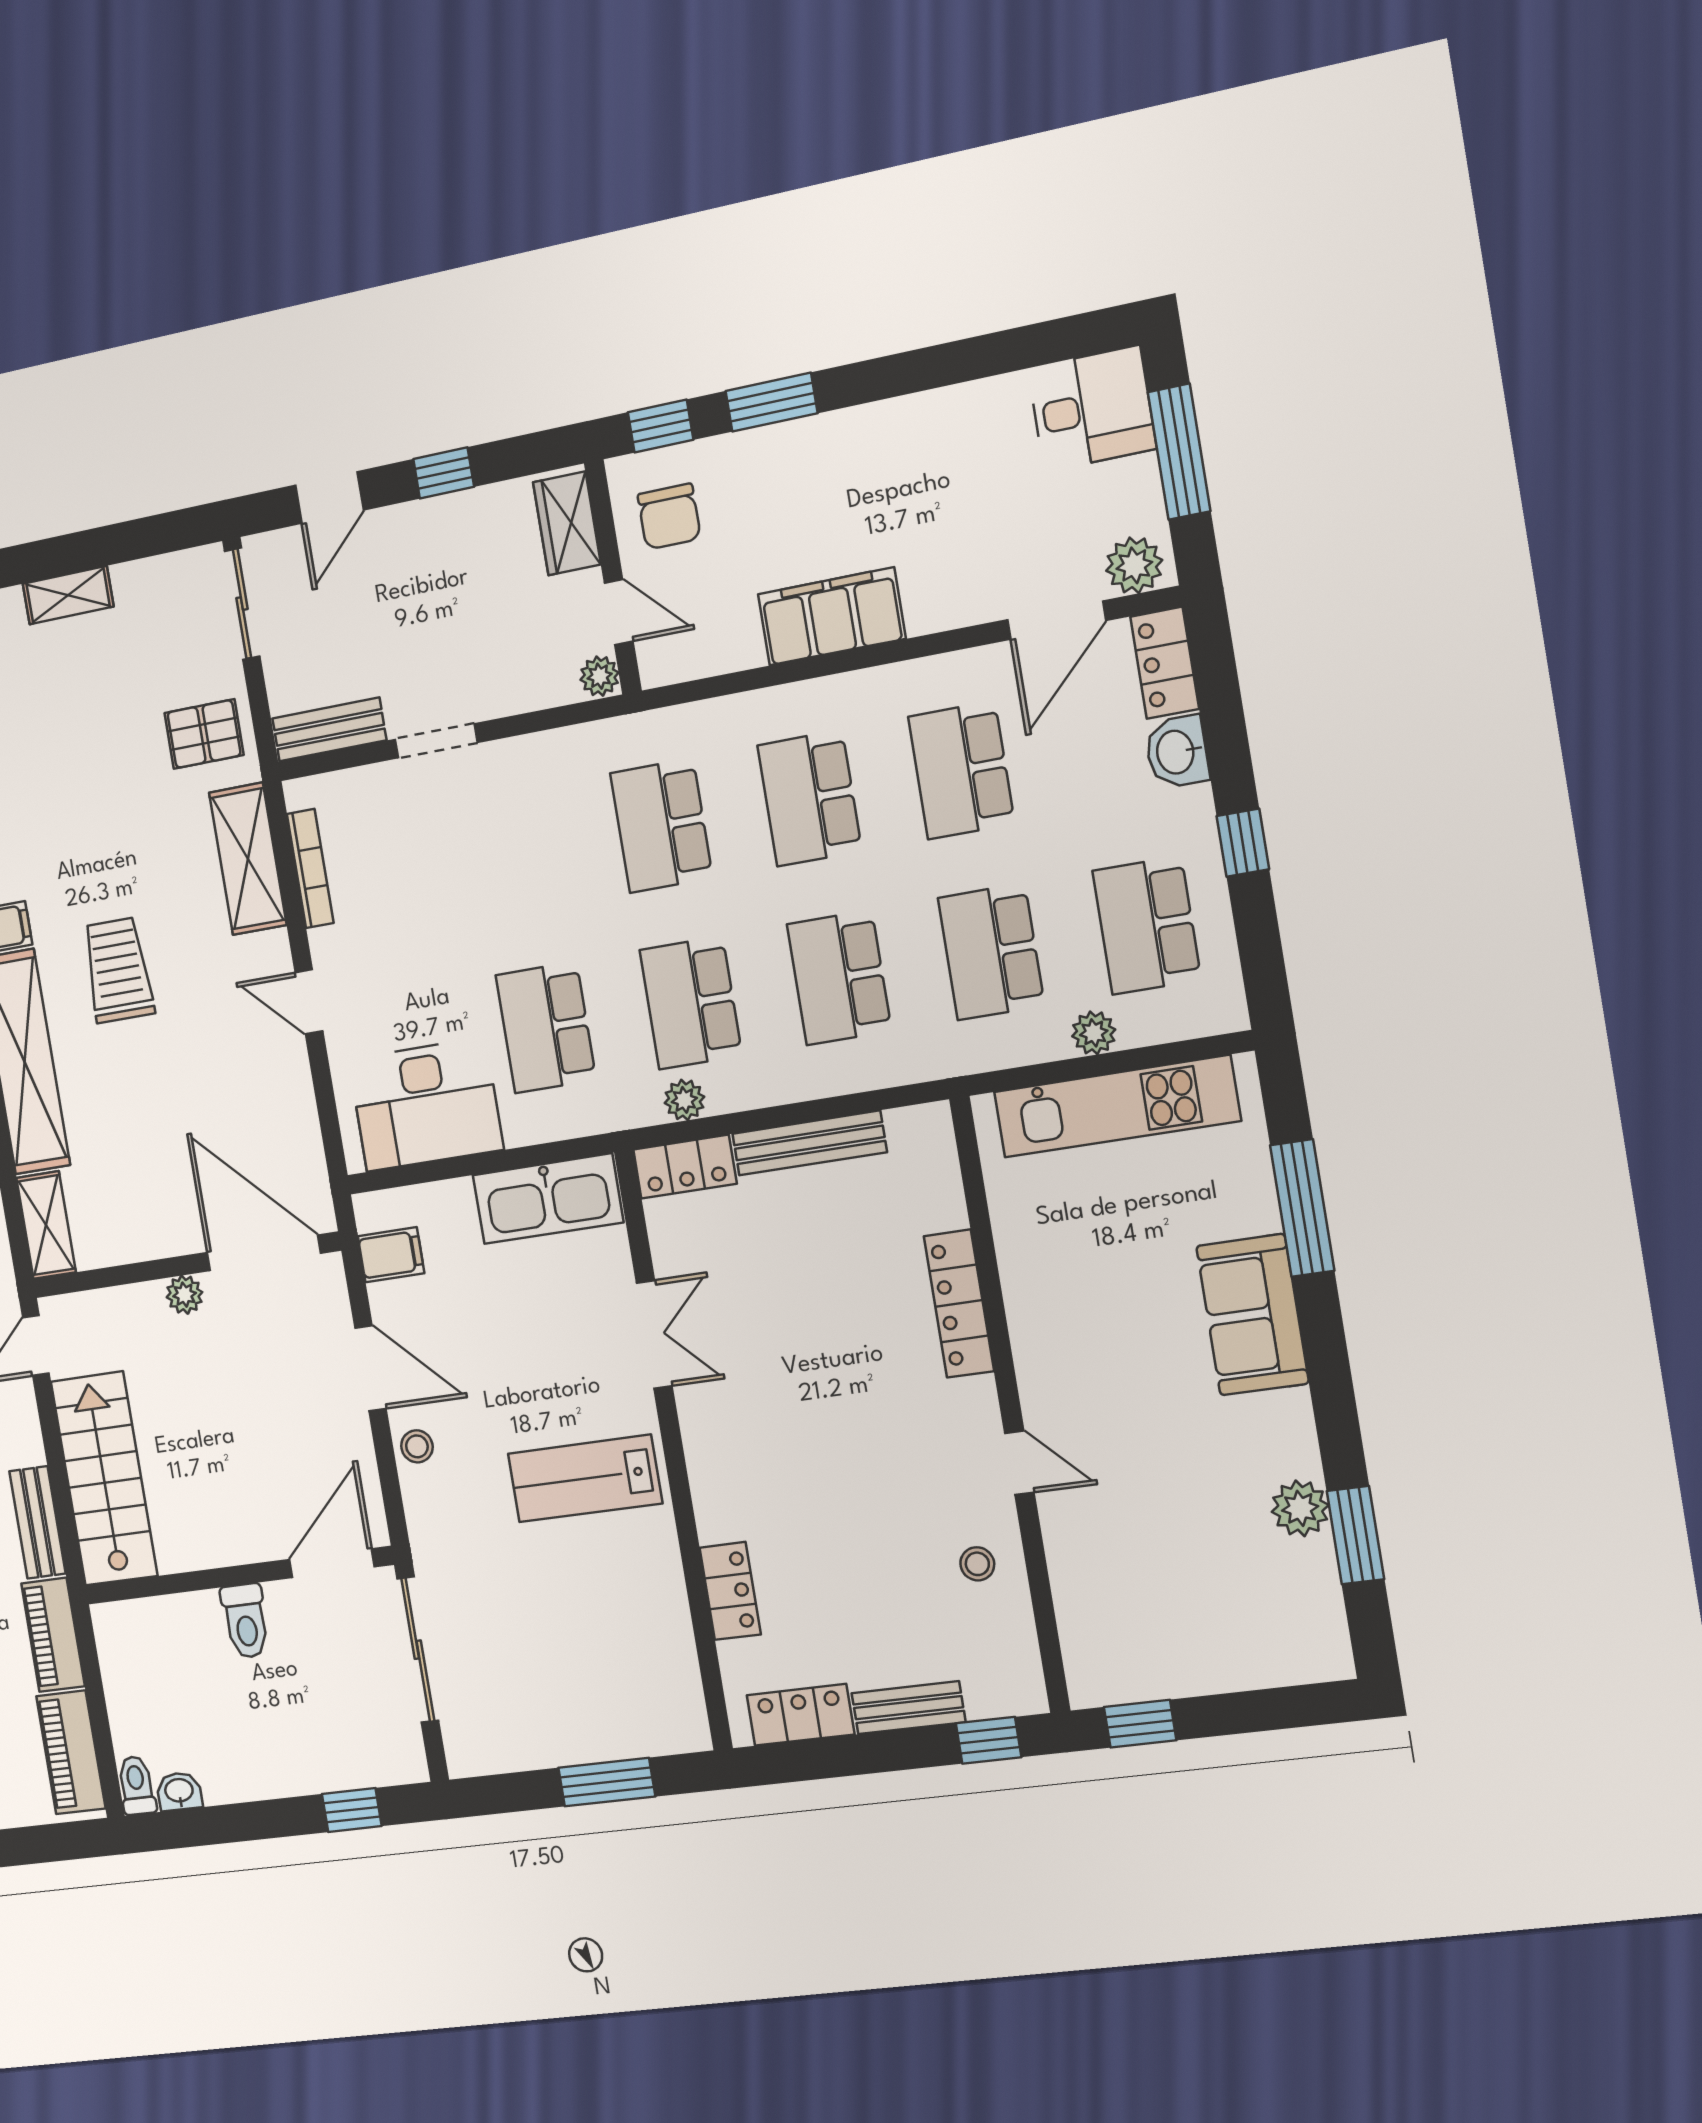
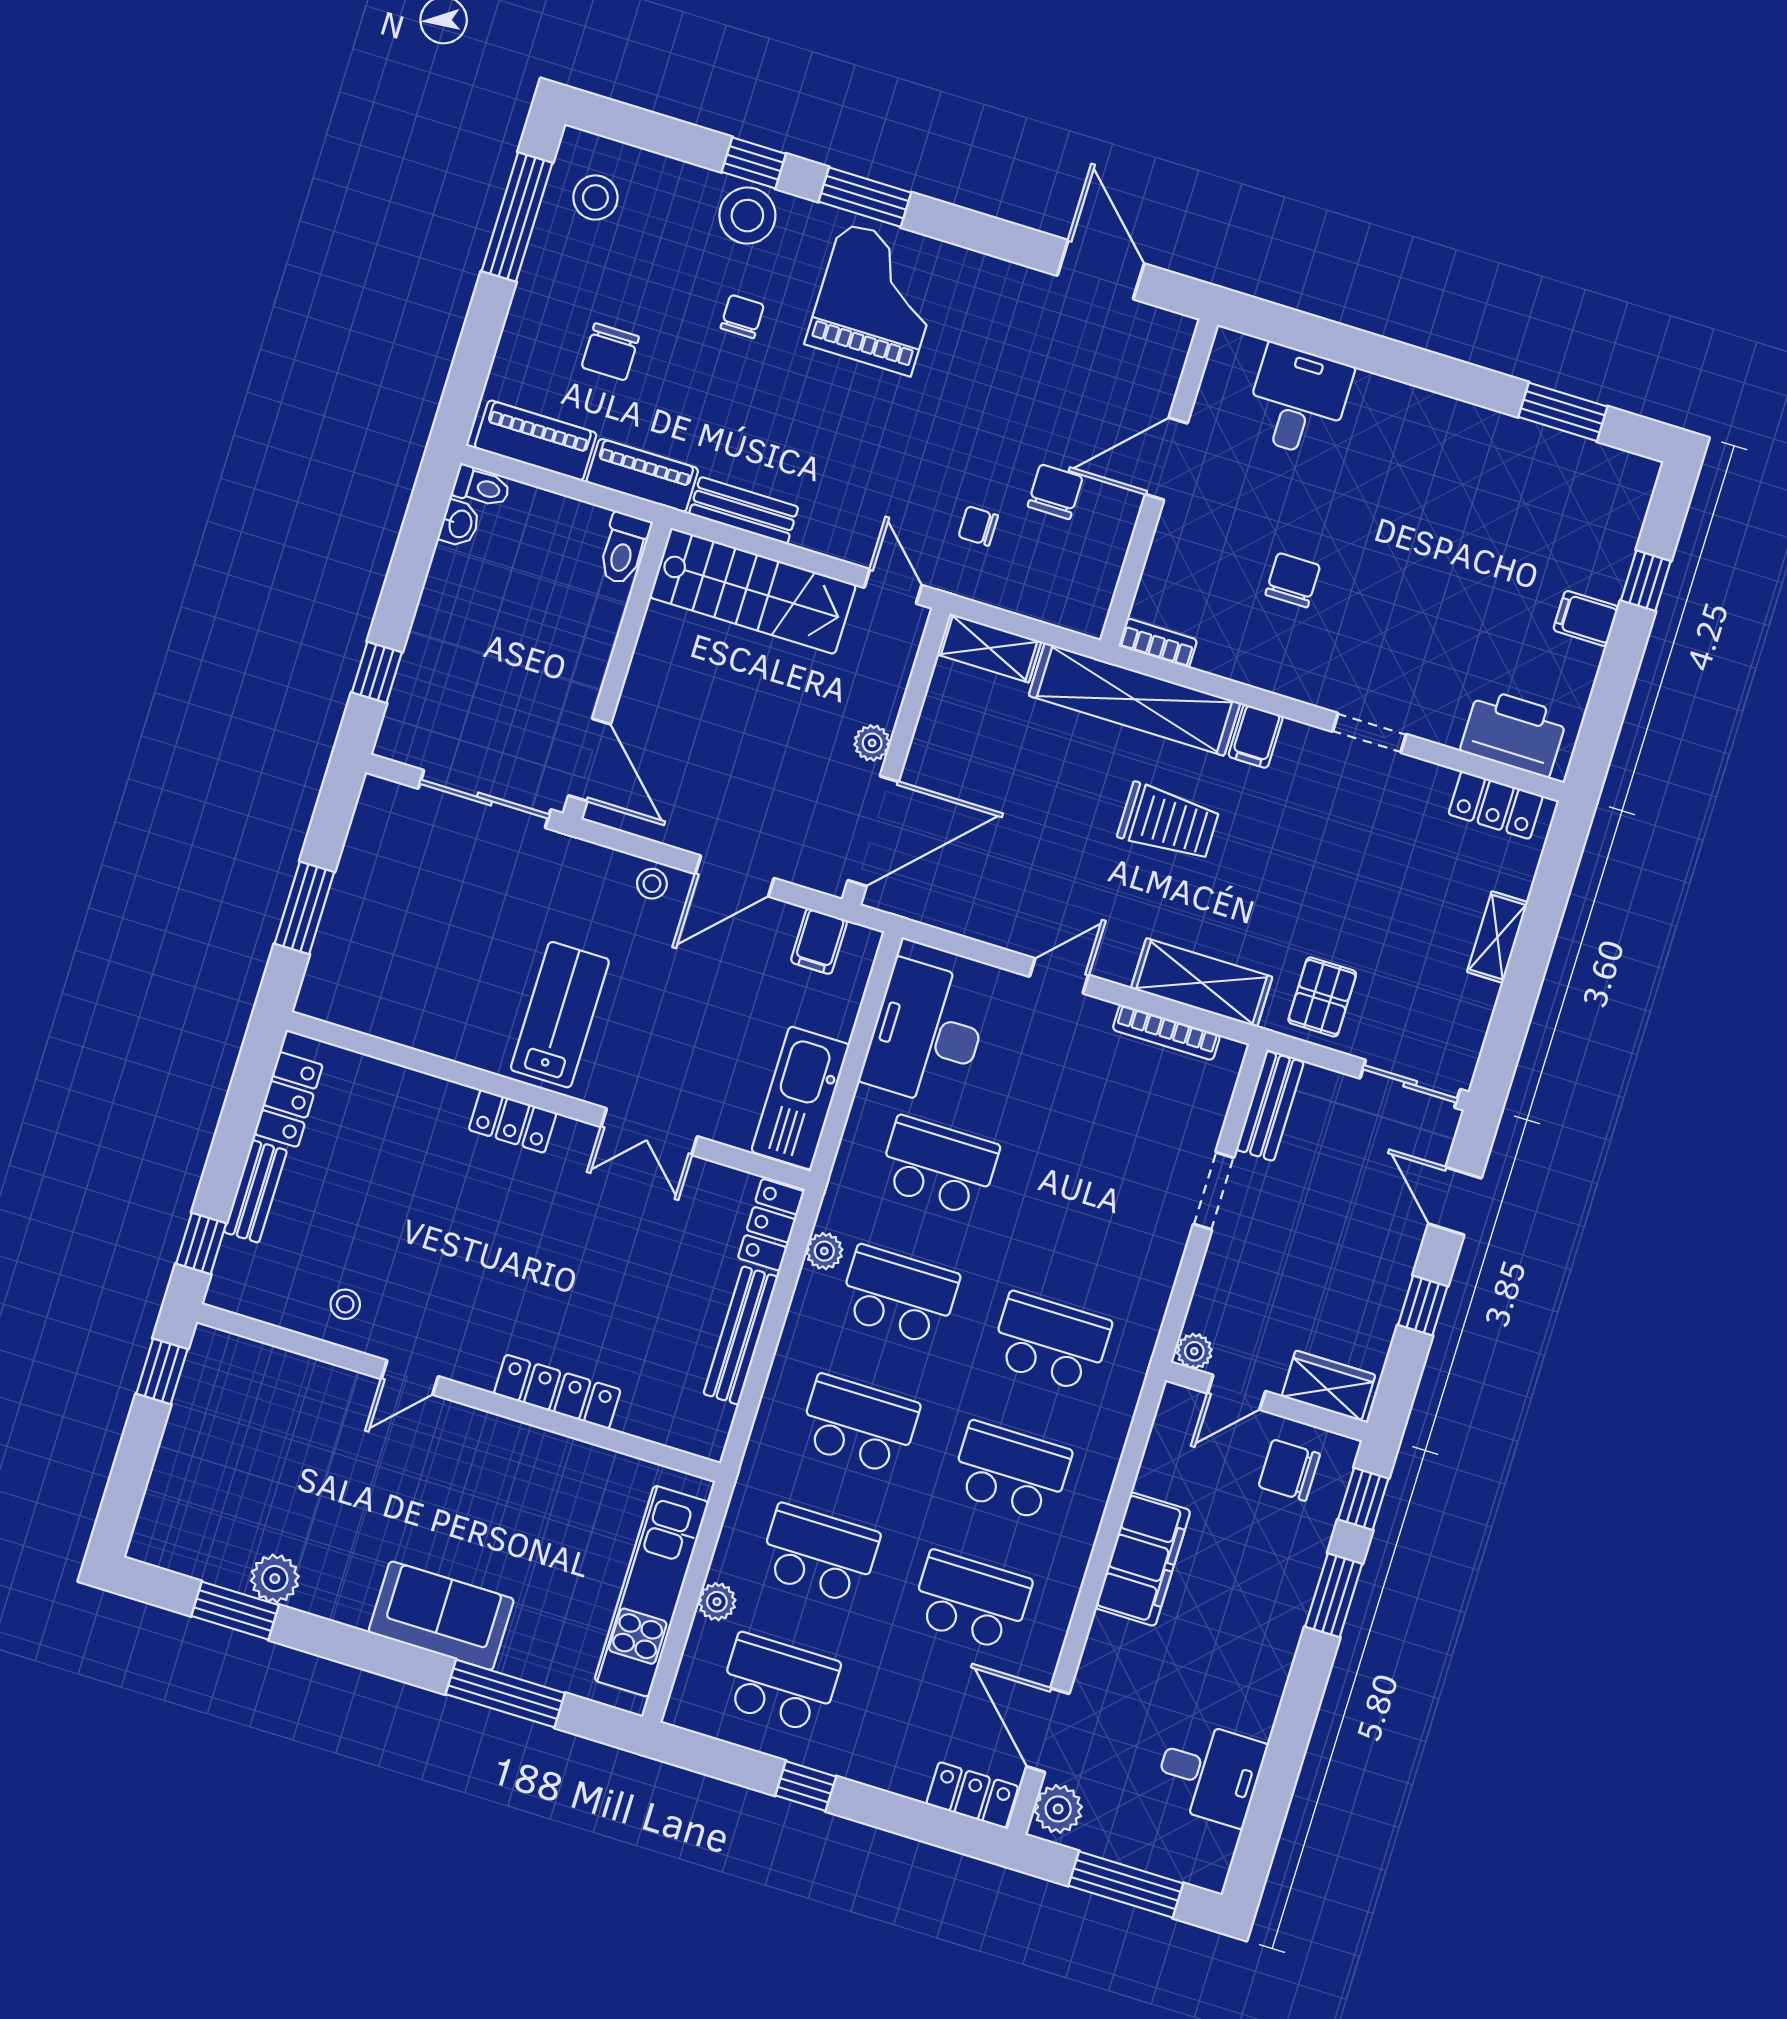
desk: (1092, 409) -> (1210, 1773), moved, turned -90
washbasin: (1177, 752) -> (900, 1771), removed
locker: (730, 1591) -> (513, 1121), moved
toilet: (245, 1621) -> (624, 548), moved, turned -90

